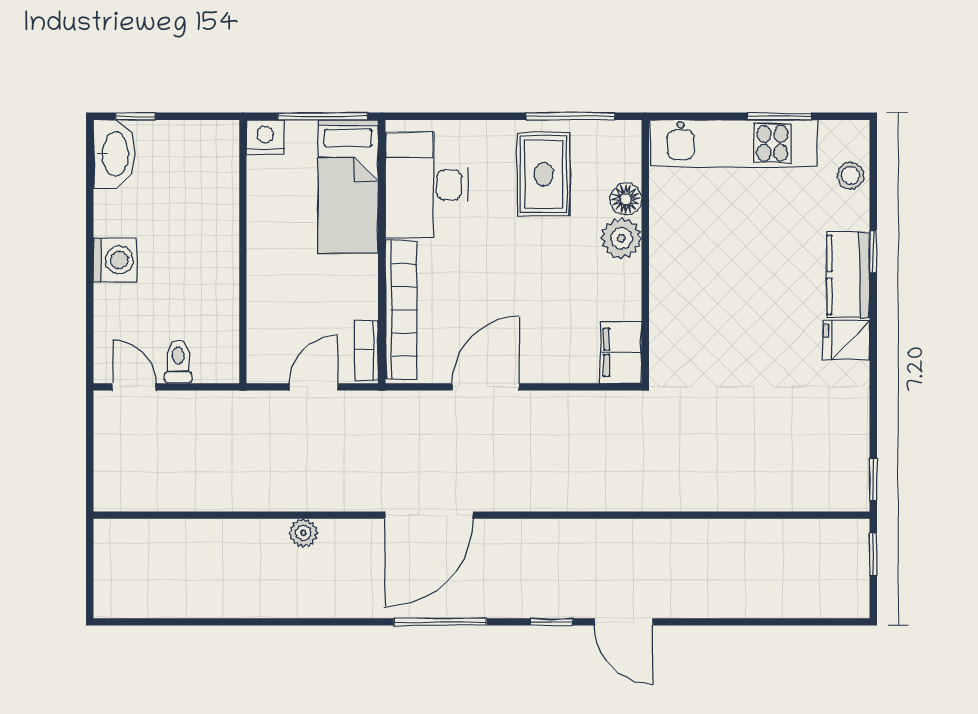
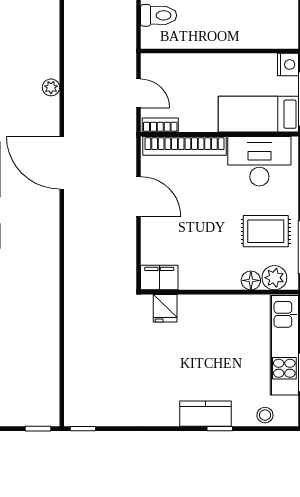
plant: (621, 238) -> (274, 278), moved
fridge: (846, 340) -> (165, 308), moved, turned 180
toilet: (178, 362) -> (159, 15), width x1.37, depth x1.39

